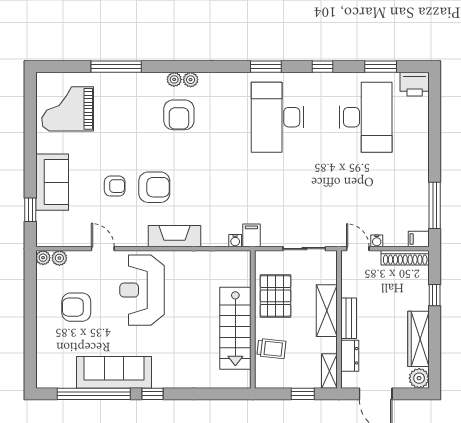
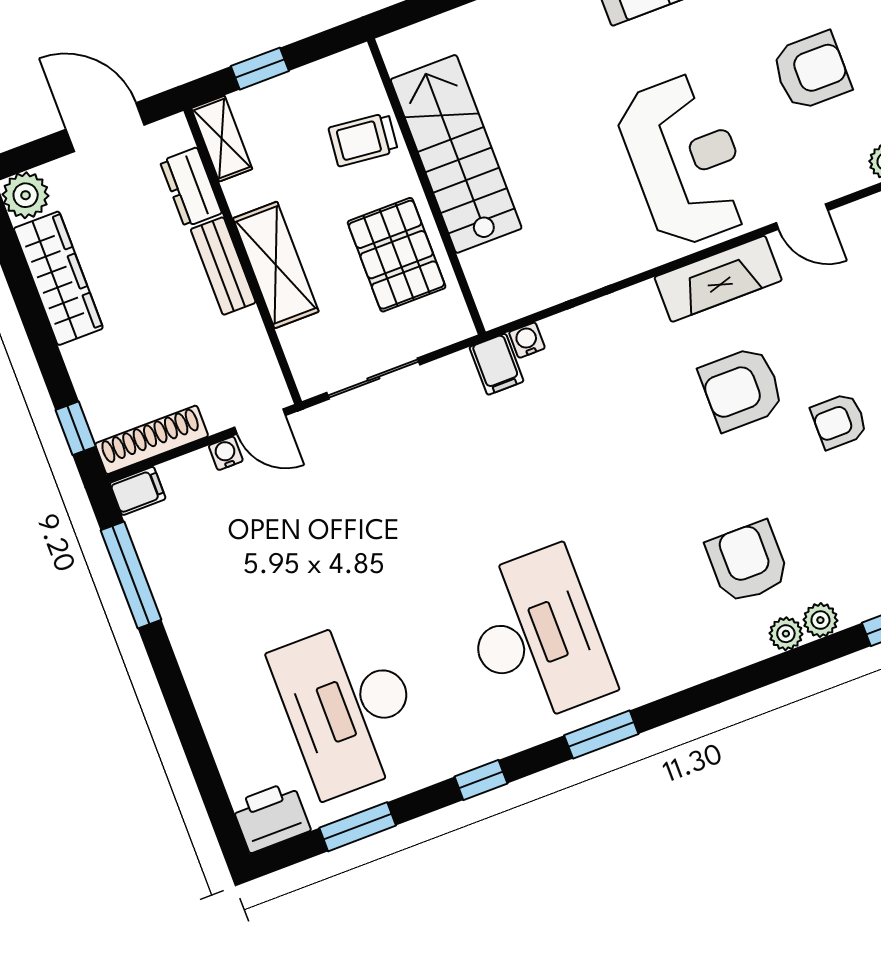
plant: (191, 80) -> (820, 620), moved
armchair: (115, 186) -> (839, 421), moved
fireplace: (175, 236) -> (718, 279), moved
window: (435, 295) -> (76, 428), moved

